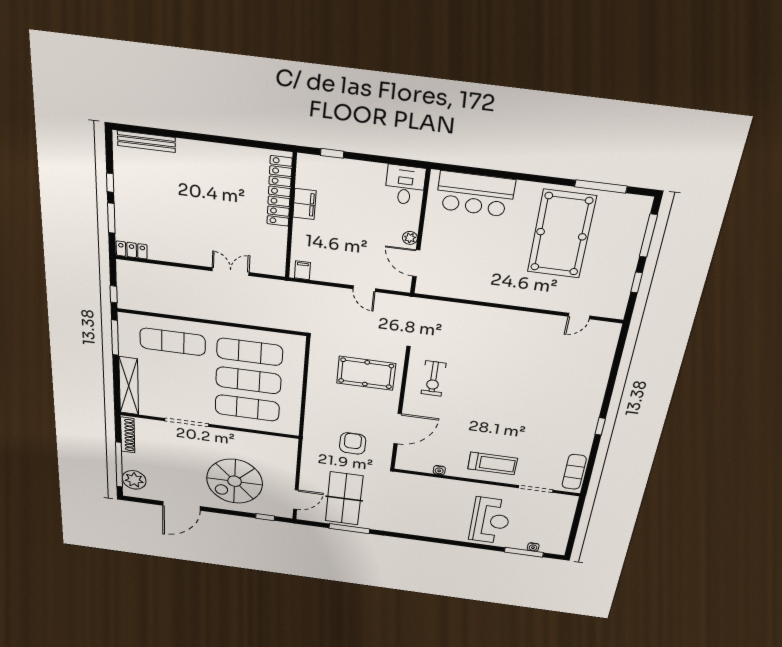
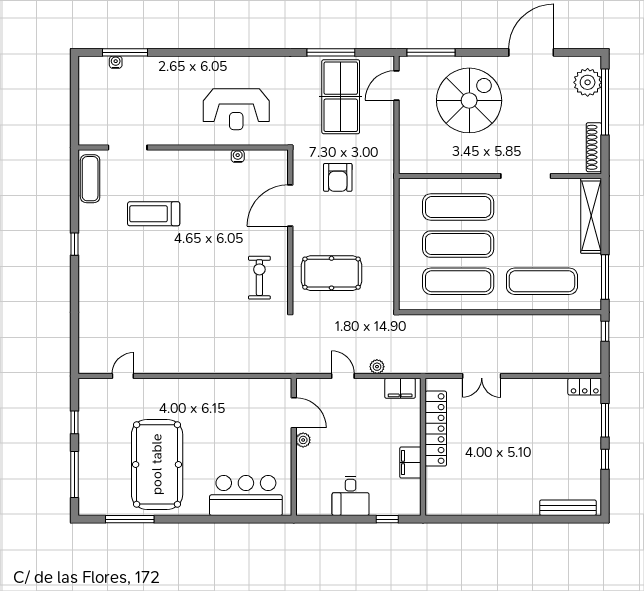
desk: (405, 185) -> (351, 496), moved
locker: (279, 191) -> (436, 429), moved
filing cabinet: (302, 270) -> (400, 388), width x2.00
plant: (331, 292) -> (377, 367), added
treadmill: (493, 463) -> (154, 214), moved
window: (265, 517) -> (431, 52), width x2.17
reception desk: (490, 521) -> (236, 109), moved, turned -90

